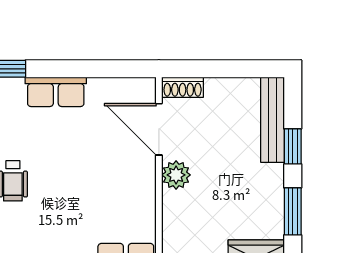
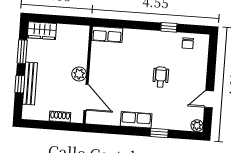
shoe rack: (183, 87) -> (60, 117), moved
bench: (273, 120) -> (30, 83), moved

